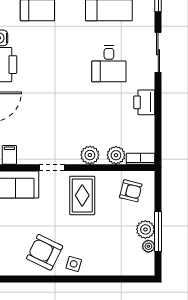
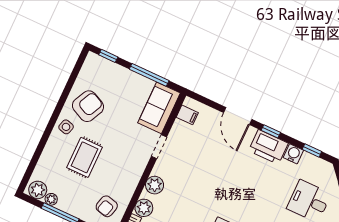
rug: (82, 195) -> (85, 157), moved, turned 90
plant: (145, 229) -> (38, 190), moved

